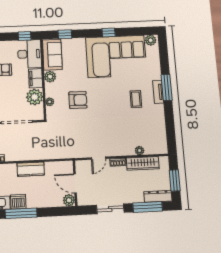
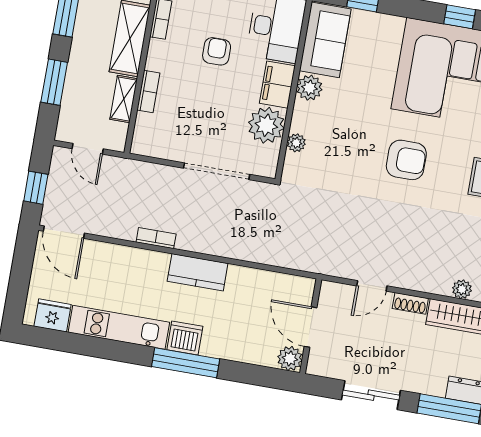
armchair: (78, 100) -> (406, 160), moved
kitchen counter: (31, 169) -> (198, 272), moved

